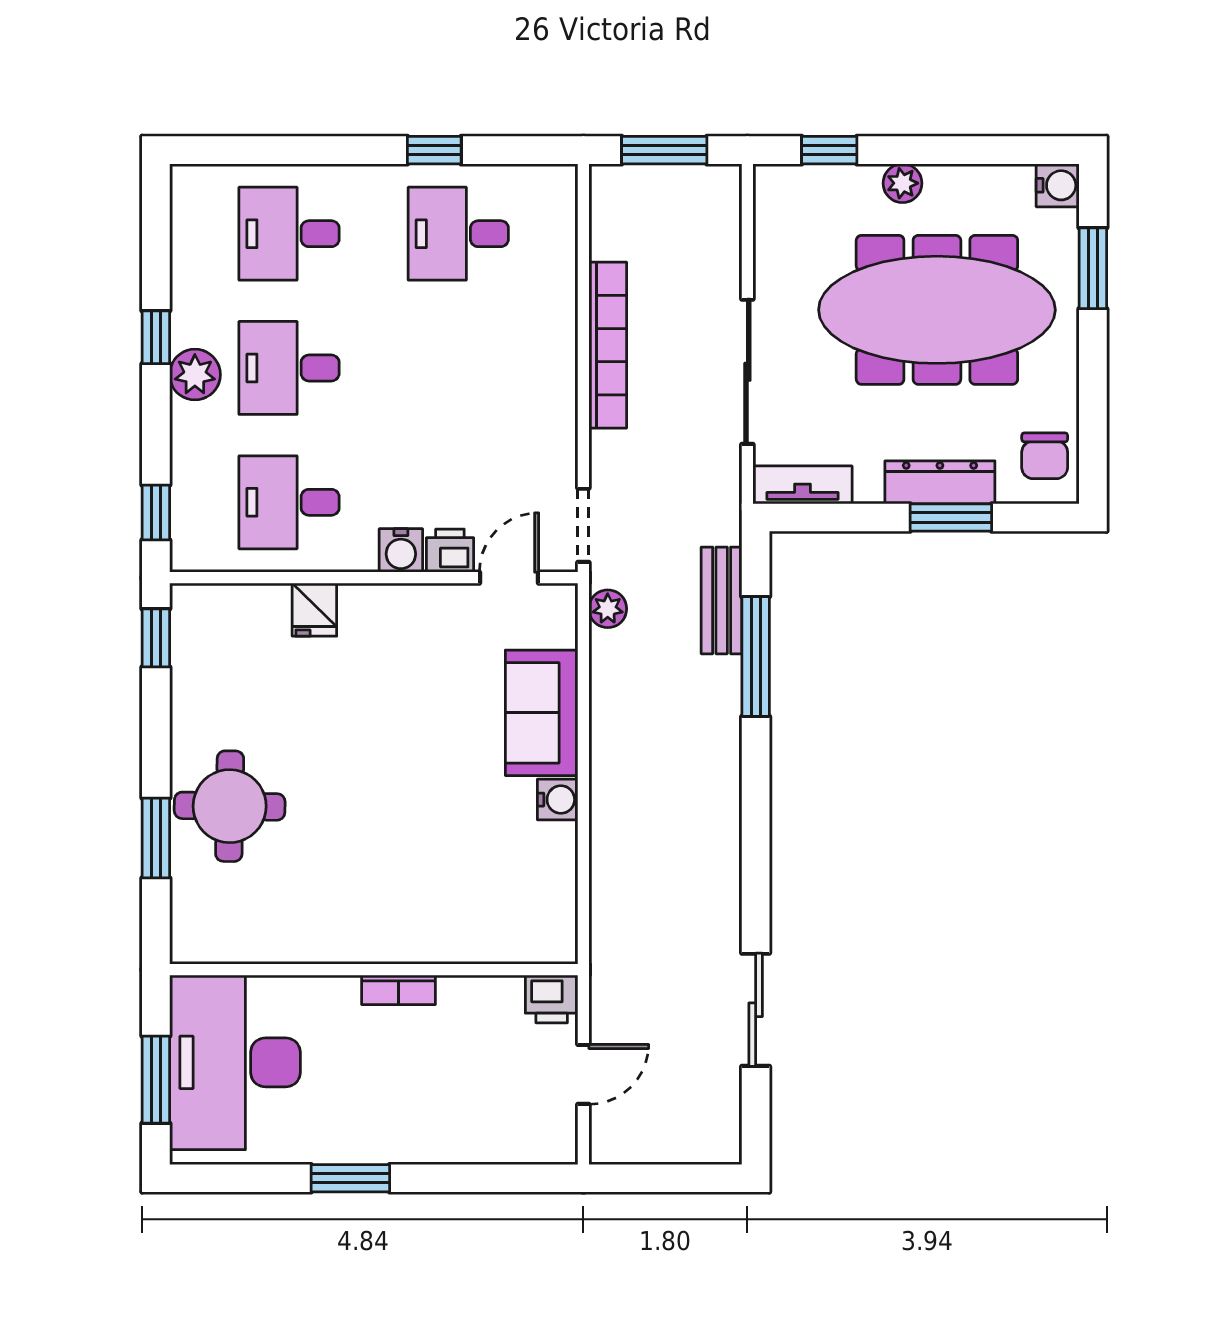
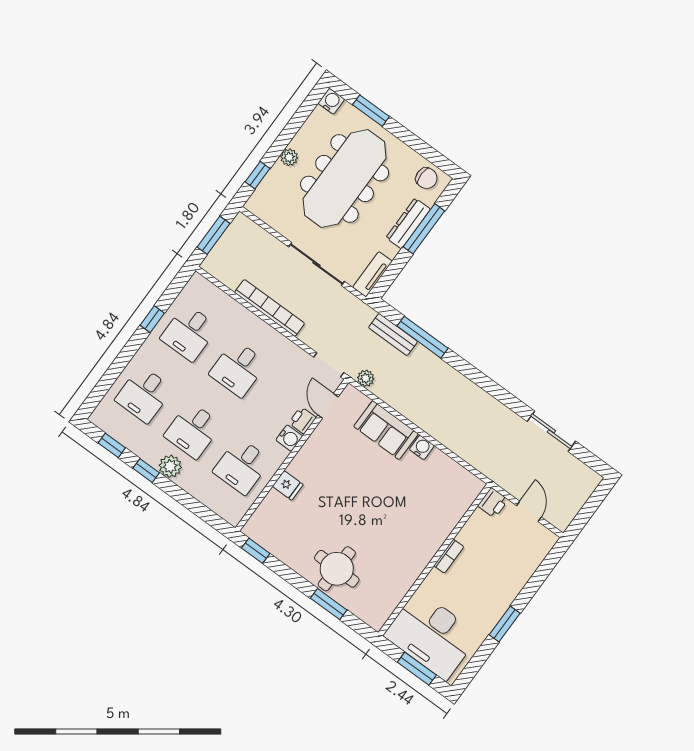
desk: (458, 368) -> (238, 368), added
window: (156, 513) -> (112, 445), moved
window: (951, 517) -> (424, 229), width x1.44

